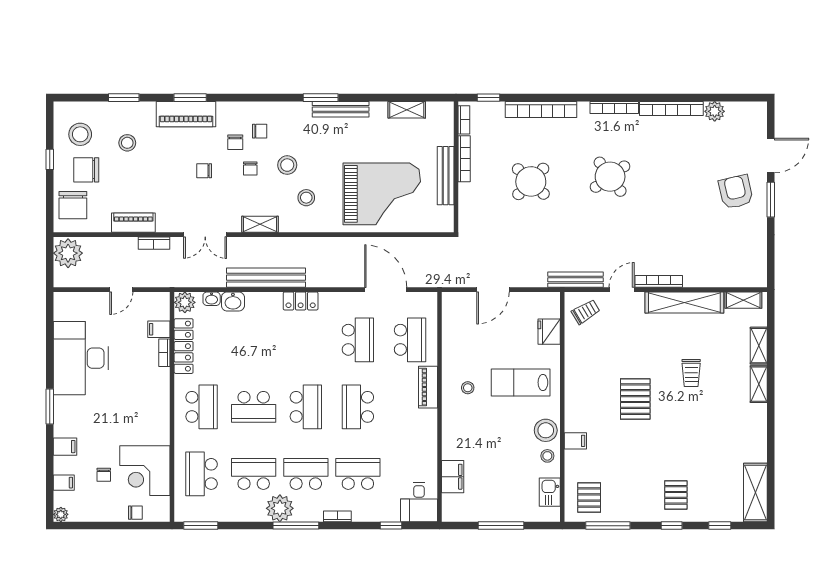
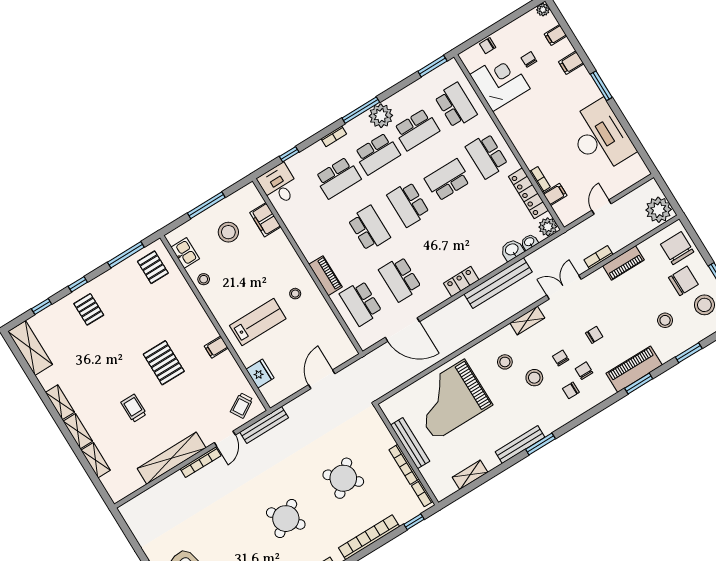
shelving: (743, 300) -> (60, 402), moved, turned 90
stool: (546, 430) -> (228, 232), moved
filing cabinet: (575, 441) -> (216, 347), moved

